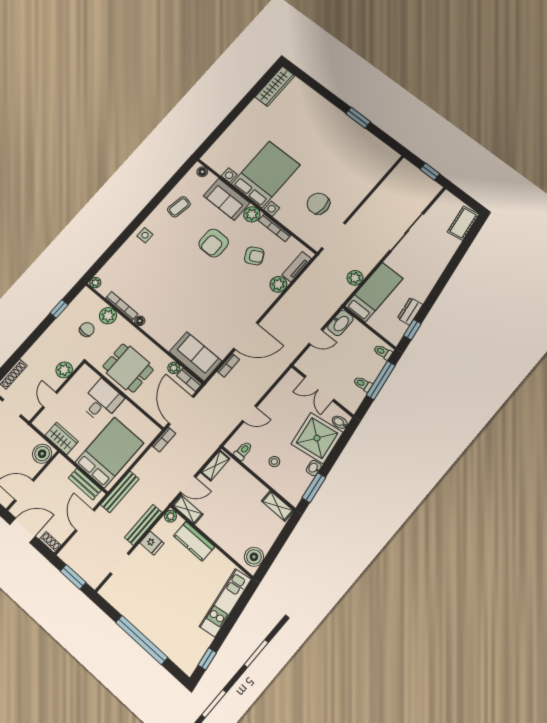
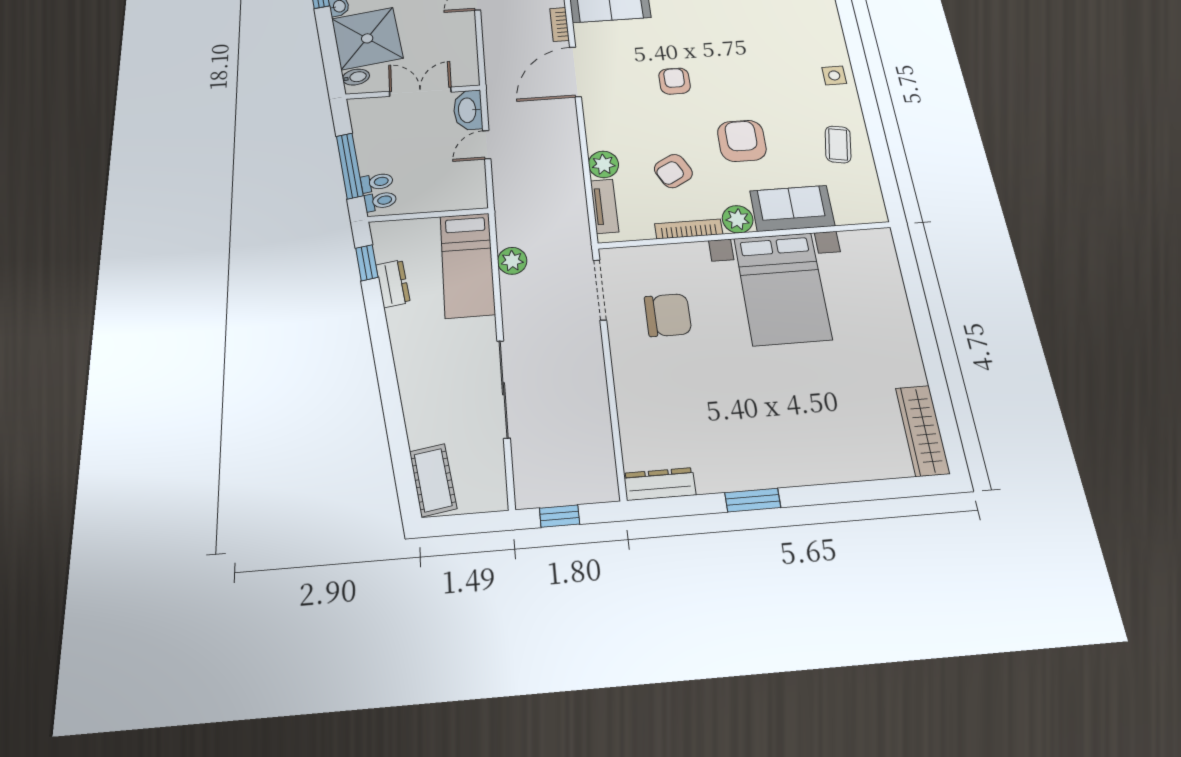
dresser: (384, 151) -> (660, 484), added
floor lamp: (202, 172) -> (866, 214), removed
armchair: (210, 293) -> (675, 81), added
washbasin: (340, 323) -> (468, 110), moved
toilet: (363, 384) -> (377, 182), moved

